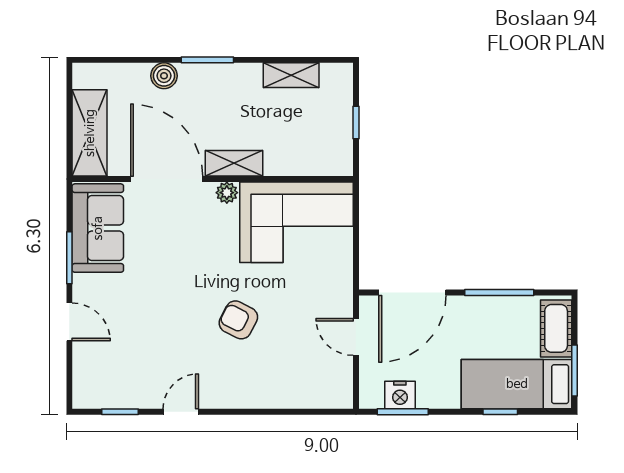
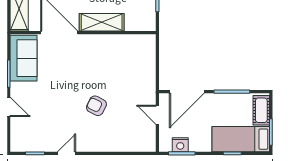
shelving: (234, 163) -> (102, 22), width x1.50, depth x1.33
plant: (227, 193) -> (90, 40), removed
corner sofa: (297, 222) -> (127, 55), removed

